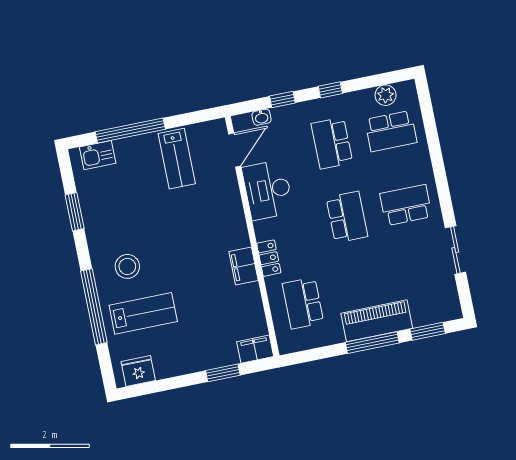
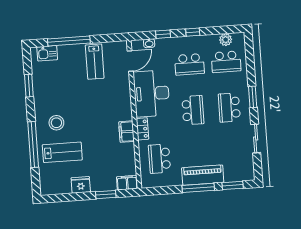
school desk: (332, 143) -> (190, 64), turned -90
window: (442, 183) -> (253, 97), added
desk: (268, 190) -> (151, 93), width x1.36, depth x1.30
school desk: (406, 205) -> (229, 108), turned -90
fridge: (138, 371) -> (81, 185), moved

